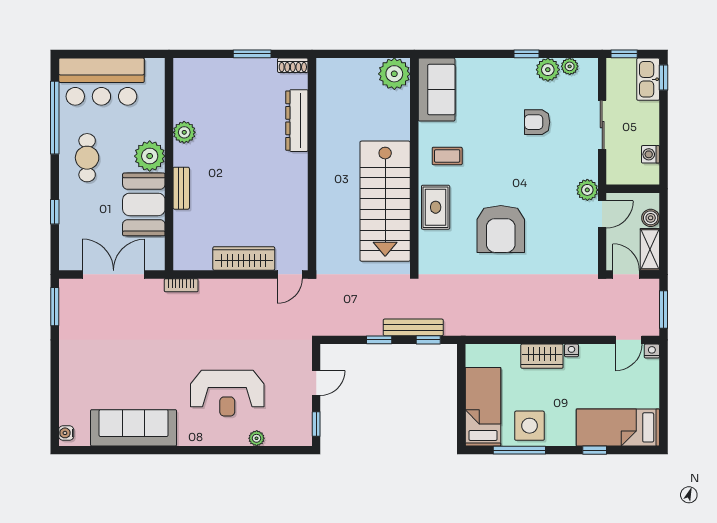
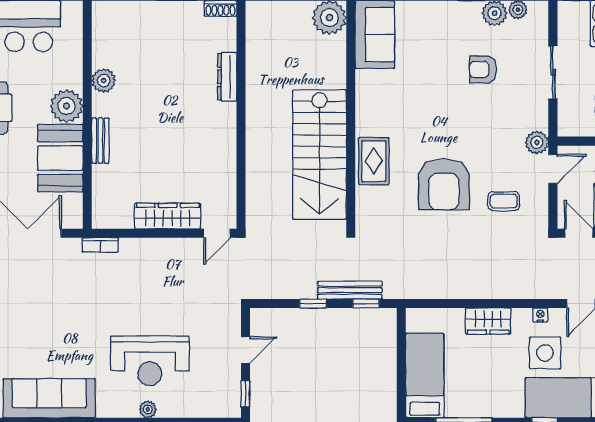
dresser: (297, 121) -> (227, 77), width x0.73, depth x0.80
coffee table: (447, 156) -> (504, 201), moved
nightstand: (571, 350) -> (540, 315), moved
side table: (530, 426) -> (545, 353), moved
plant: (257, 438) -> (148, 409), moved

